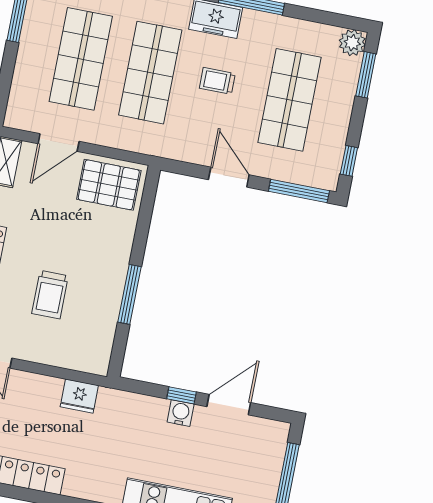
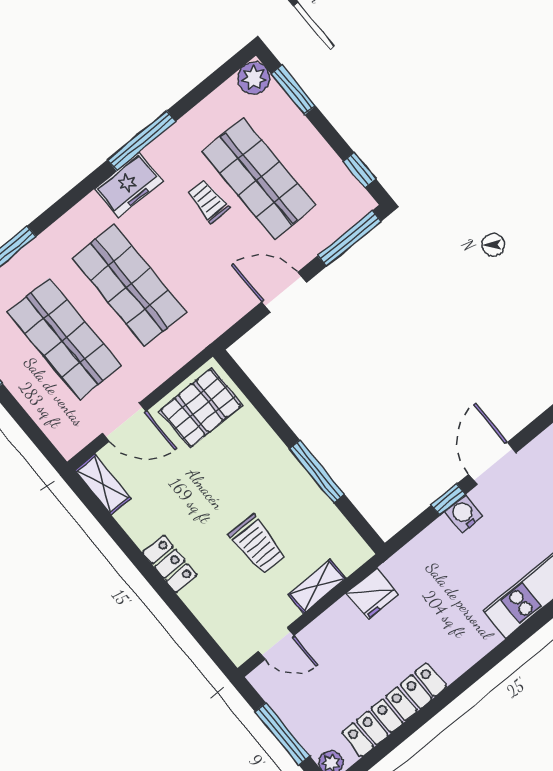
trolley: (217, 81) -> (208, 201), moved, turned 90
door: (59, 143) -> (124, 422), hinge flipped
shelving: (55, 356) -> (317, 586), added

